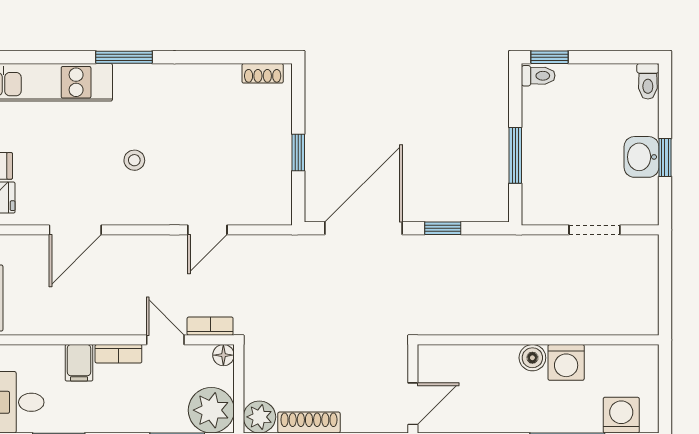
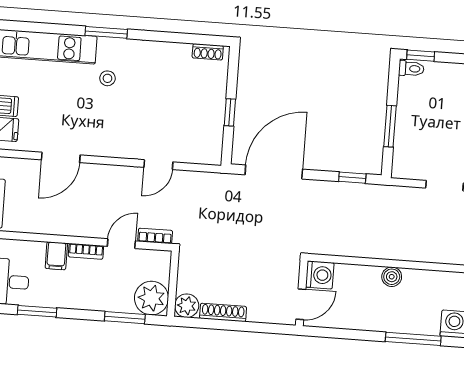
stool: (134, 160) -> (107, 78), moved
window: (443, 228) -> (352, 178), moved
door: (165, 340) -> (121, 244), hinge flipped
floor lamp: (223, 355) -> (163, 258), removed
washing machine: (566, 362) -> (320, 275), moved, turned -90

